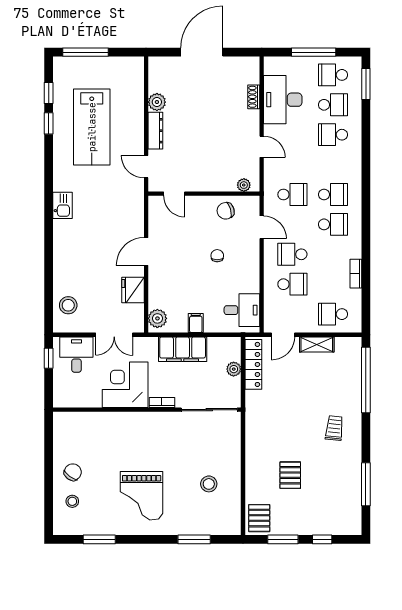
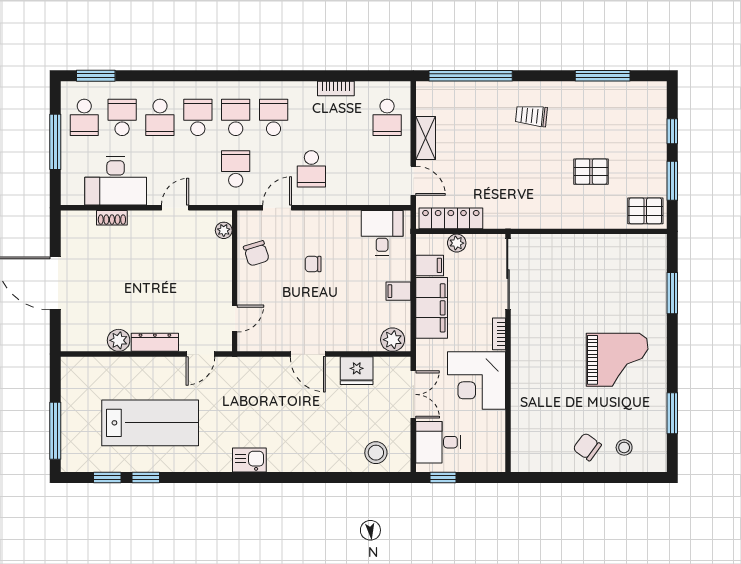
school desk: (292, 284) -> (198, 117), moved
filing cabinet: (216, 348) -> (430, 265), added
stool: (209, 484) -> (602, 275), removed

